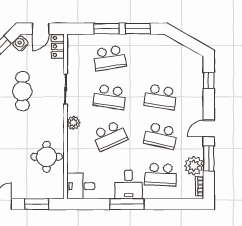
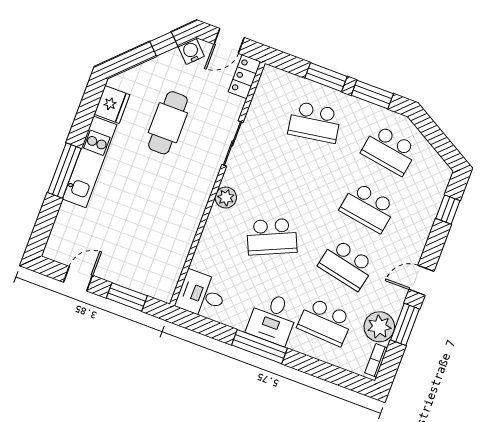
school desk: (110, 97) -> (389, 150), moved
round table: (47, 157) -> (167, 233), removed

